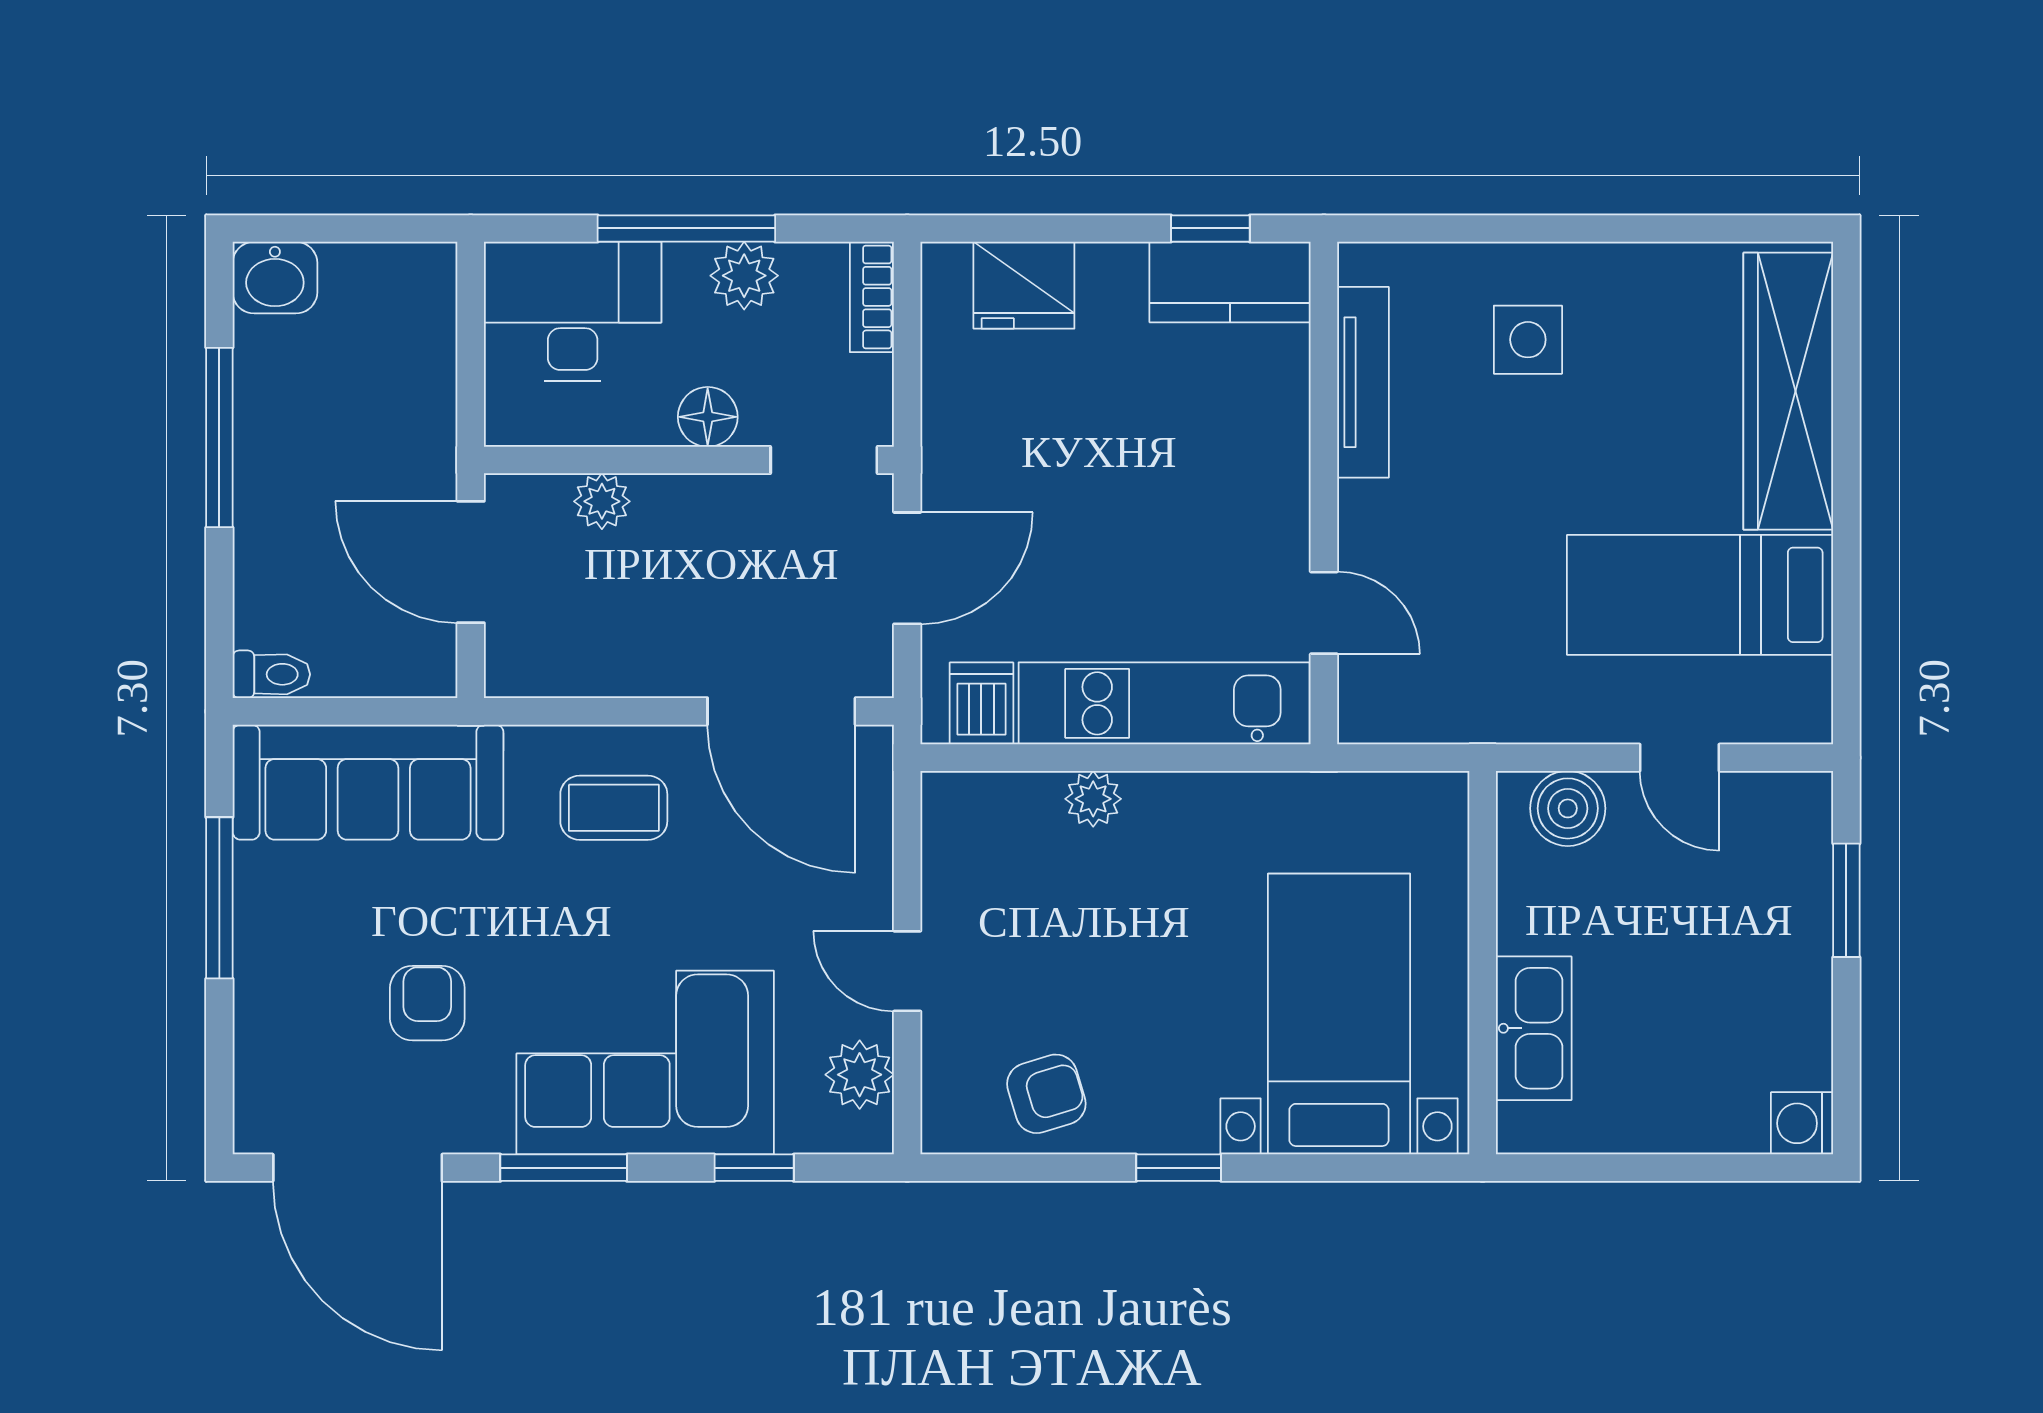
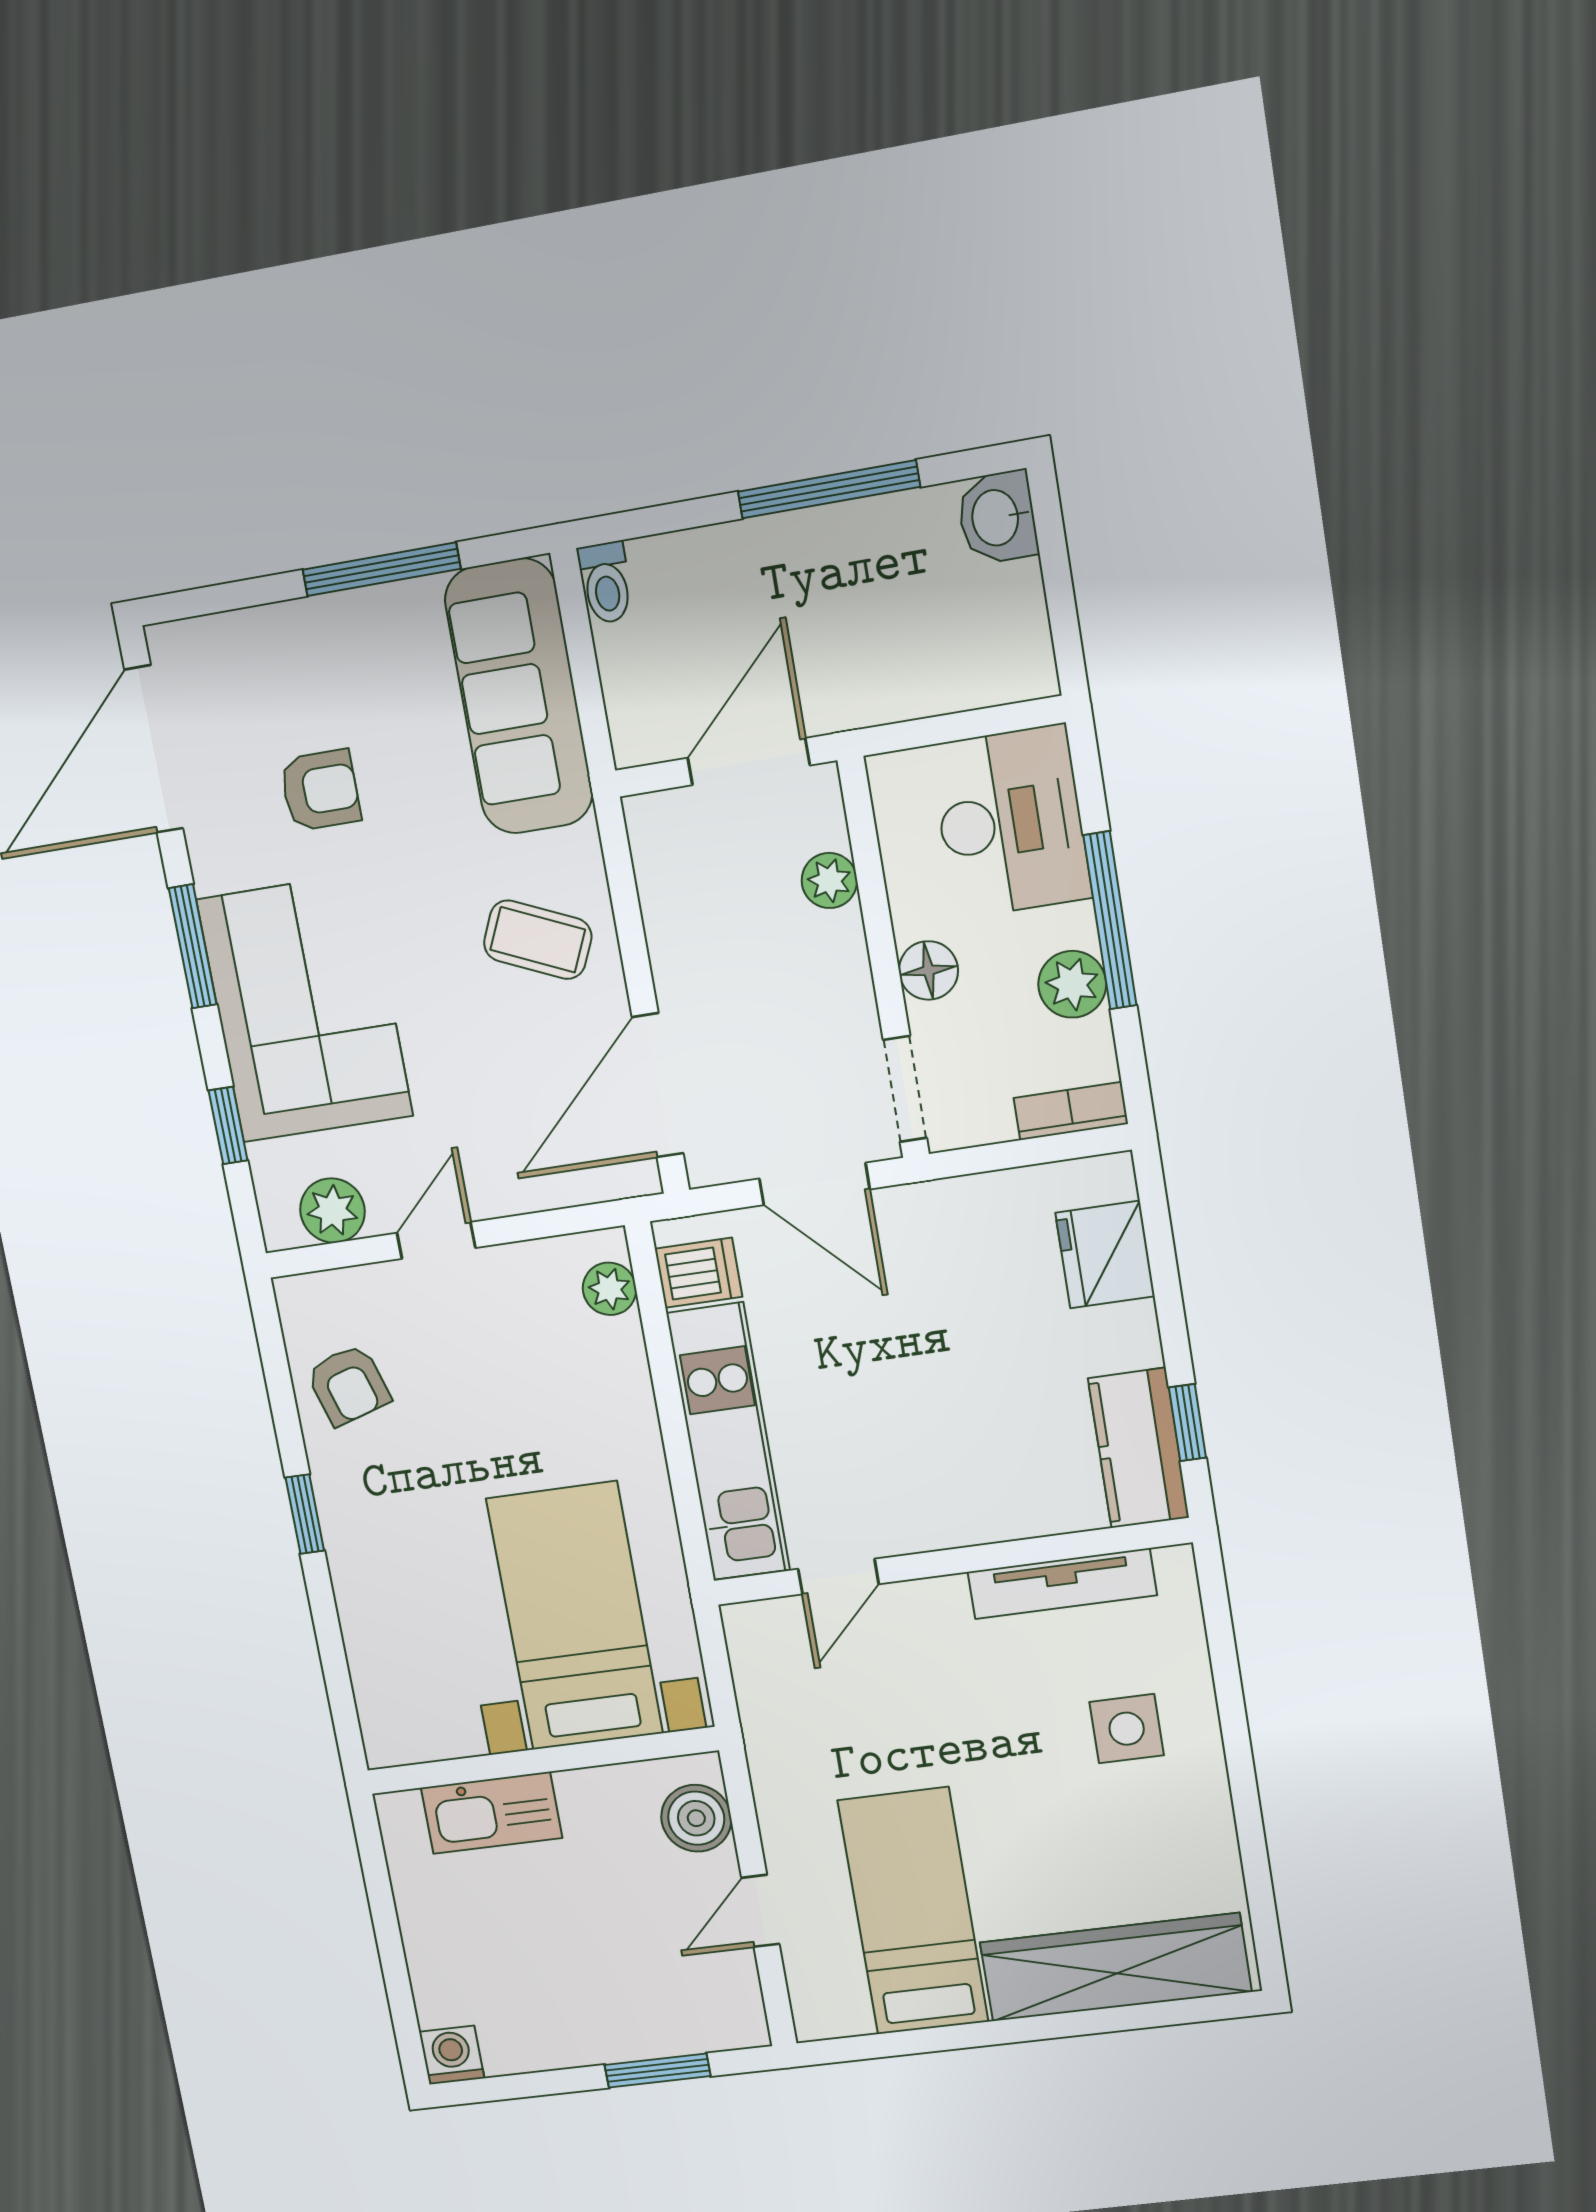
plant: (1093, 799) -> (609, 1289), moved
coffee table: (614, 808) -> (538, 940), turned -66
bed with nightstands: (1339, 1014) -> (575, 1616), moved, turned -90

